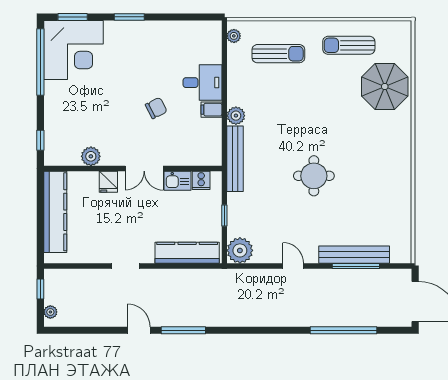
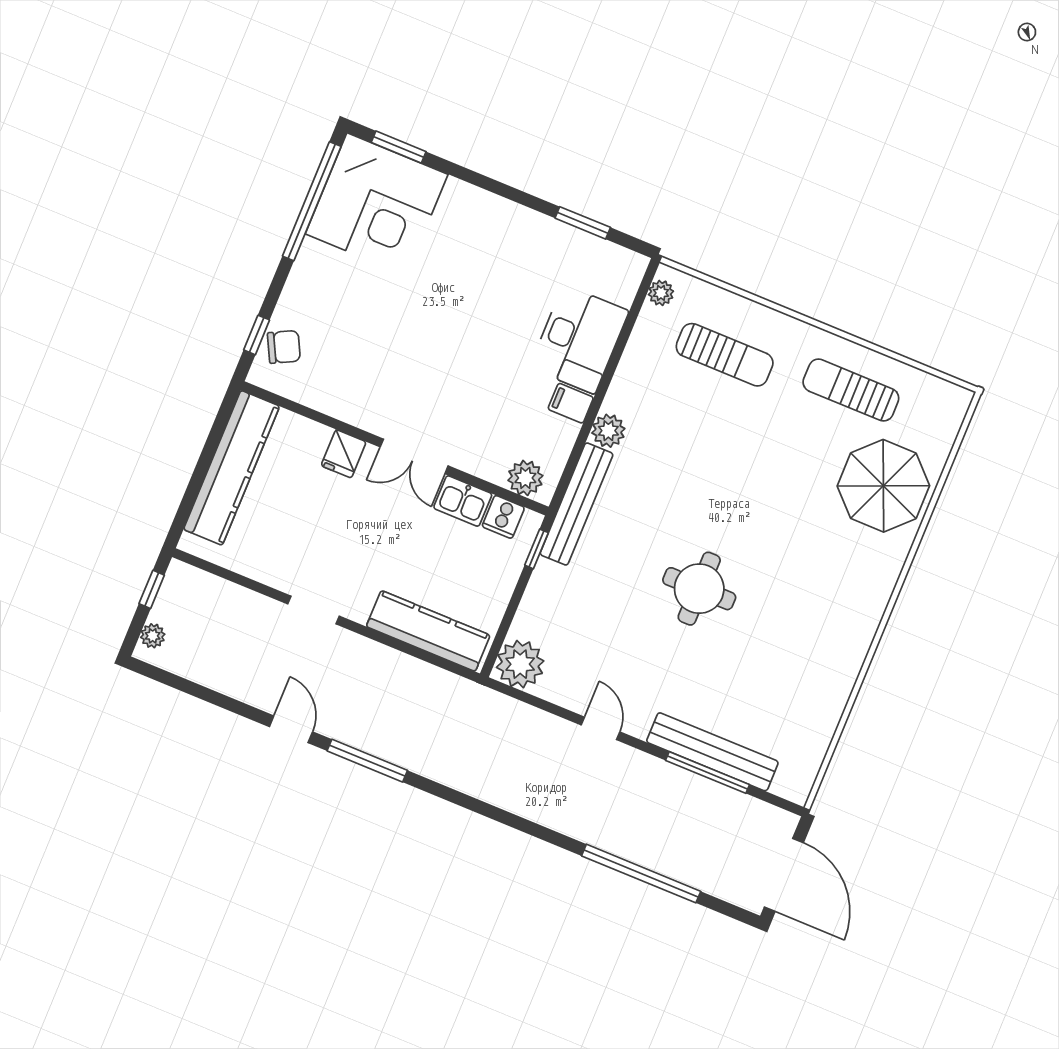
window: (129, 17) -> (583, 223), moved
desk: (202, 83) -> (579, 339), width x1.37
chair: (156, 108) -> (284, 347), moved
plant: (91, 156) -> (525, 478), moved
window: (224, 216) -> (536, 549), moved

